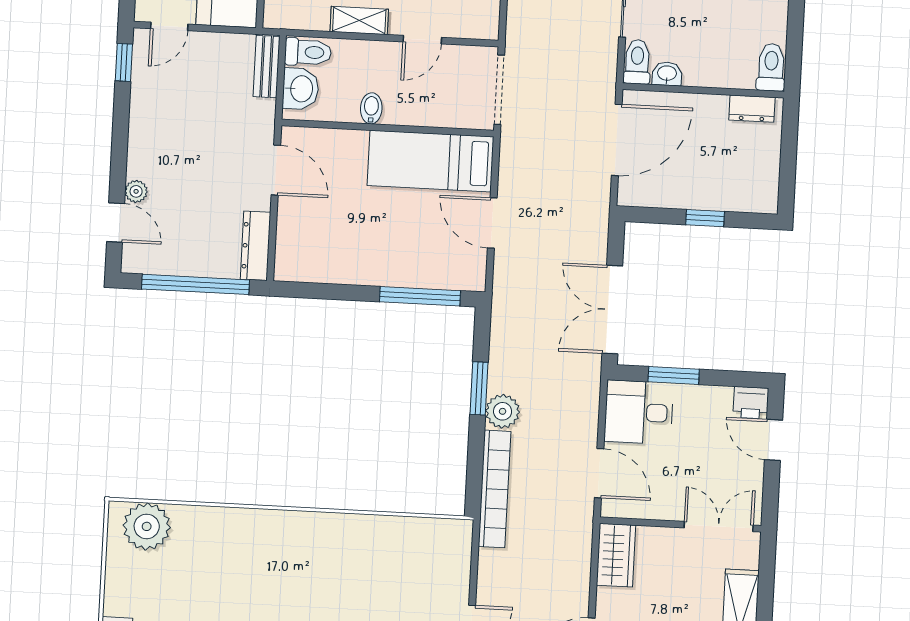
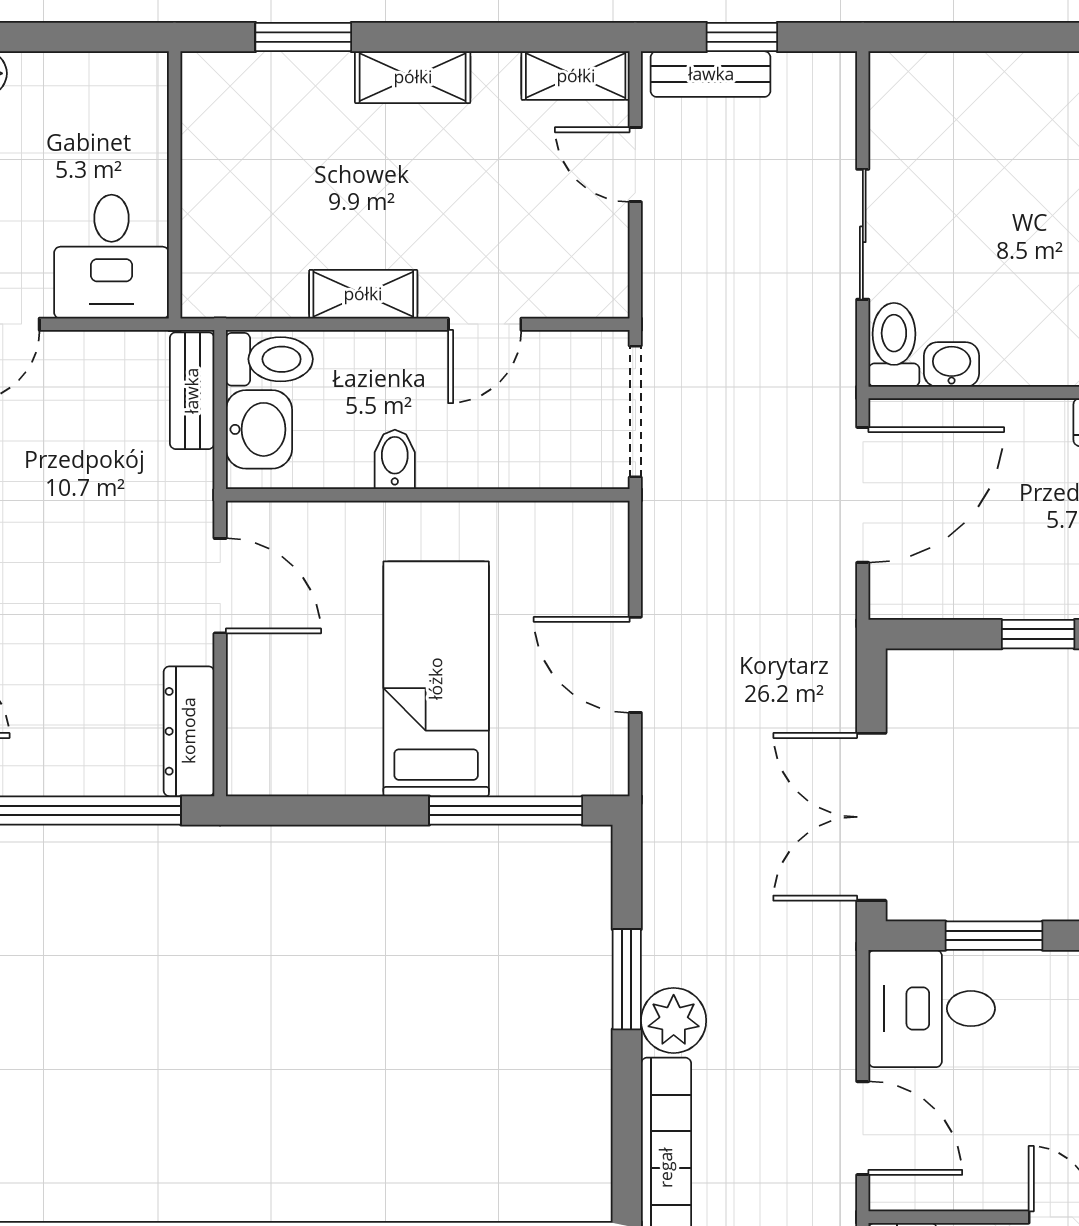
bed: (430, 161) -> (436, 679), moved, turned 90

